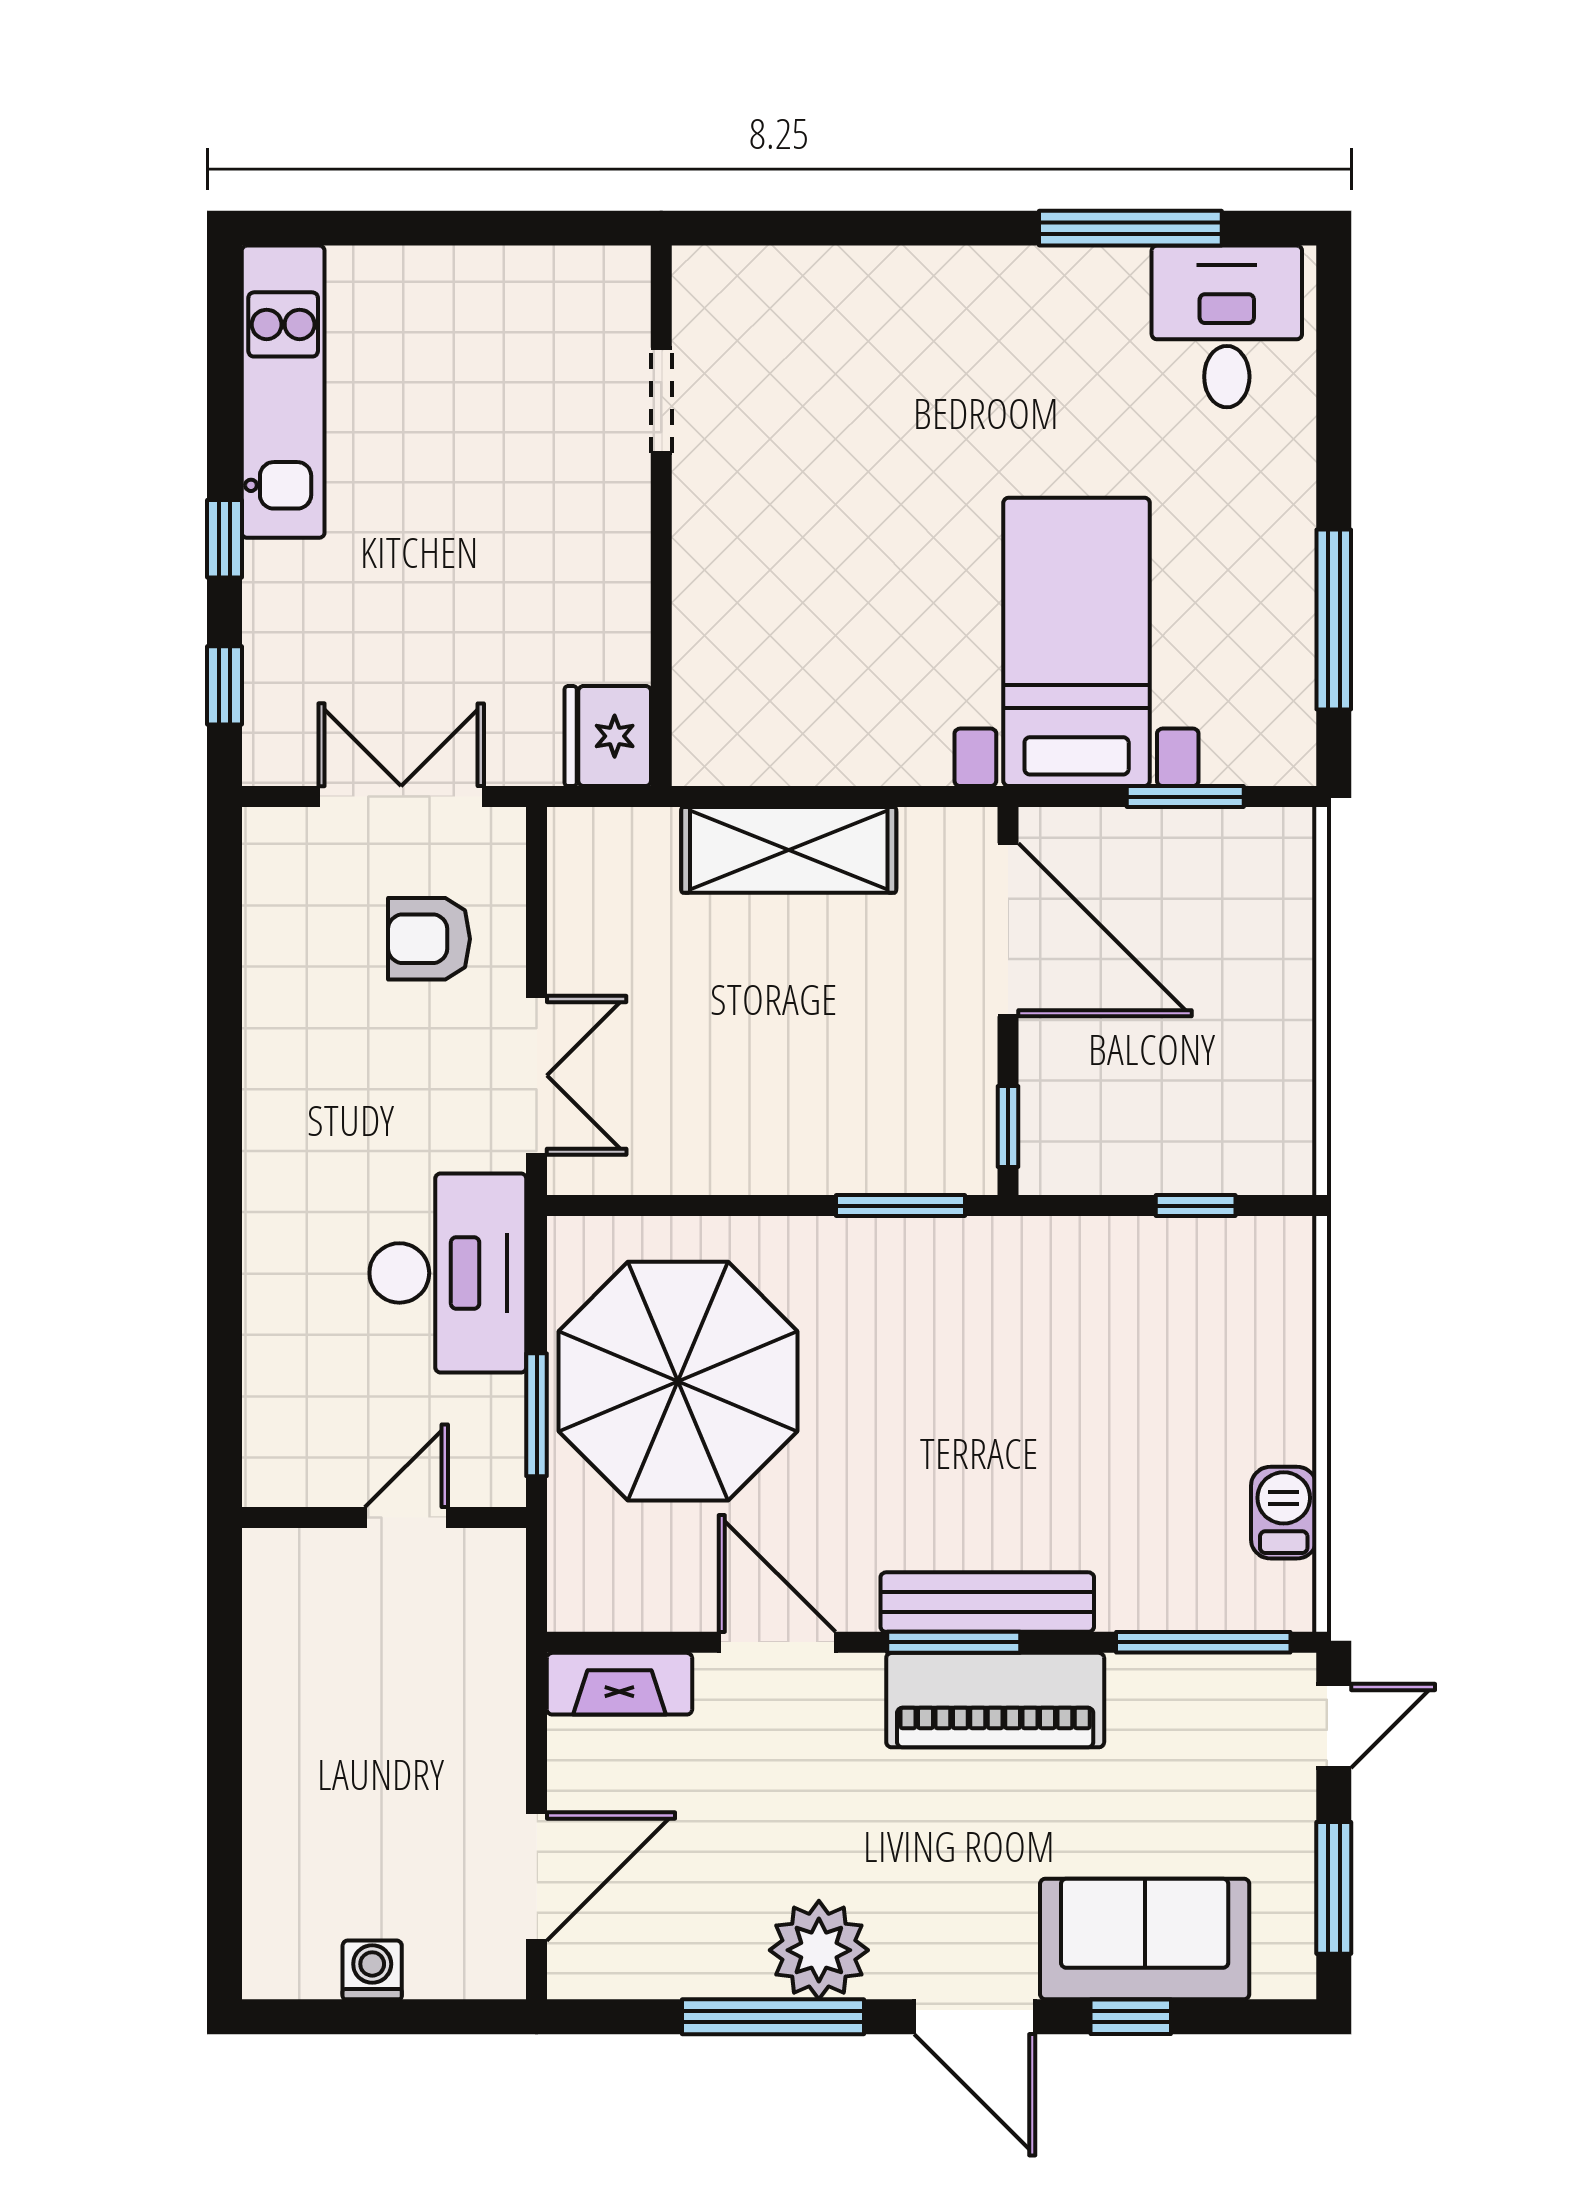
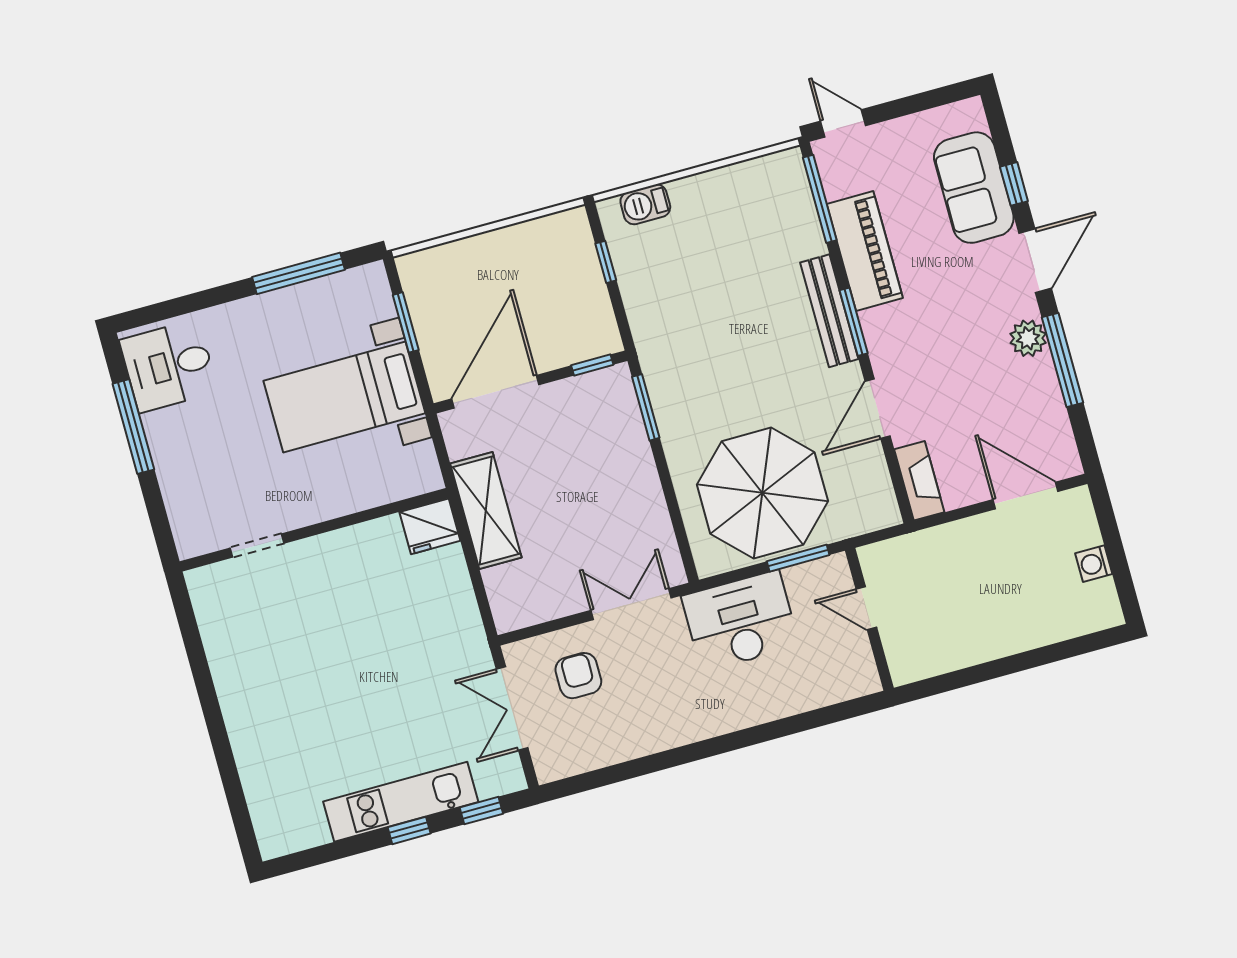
kitchen unit: (283, 392) -> (401, 802), moved
doorway: (661, 400) -> (257, 546), moved
wall: (661, 516) -> (314, 530), moved
fridge: (608, 736) -> (430, 526), moved
armchair: (429, 939) -> (578, 676), turned 180
barbecue: (1284, 1513) -> (645, 204), moved
piano: (995, 1700) -> (865, 251), moved
window: (1334, 1888) -> (923, 101), removed
plant: (819, 1950) -> (1028, 338), width x0.73, depth x0.73

